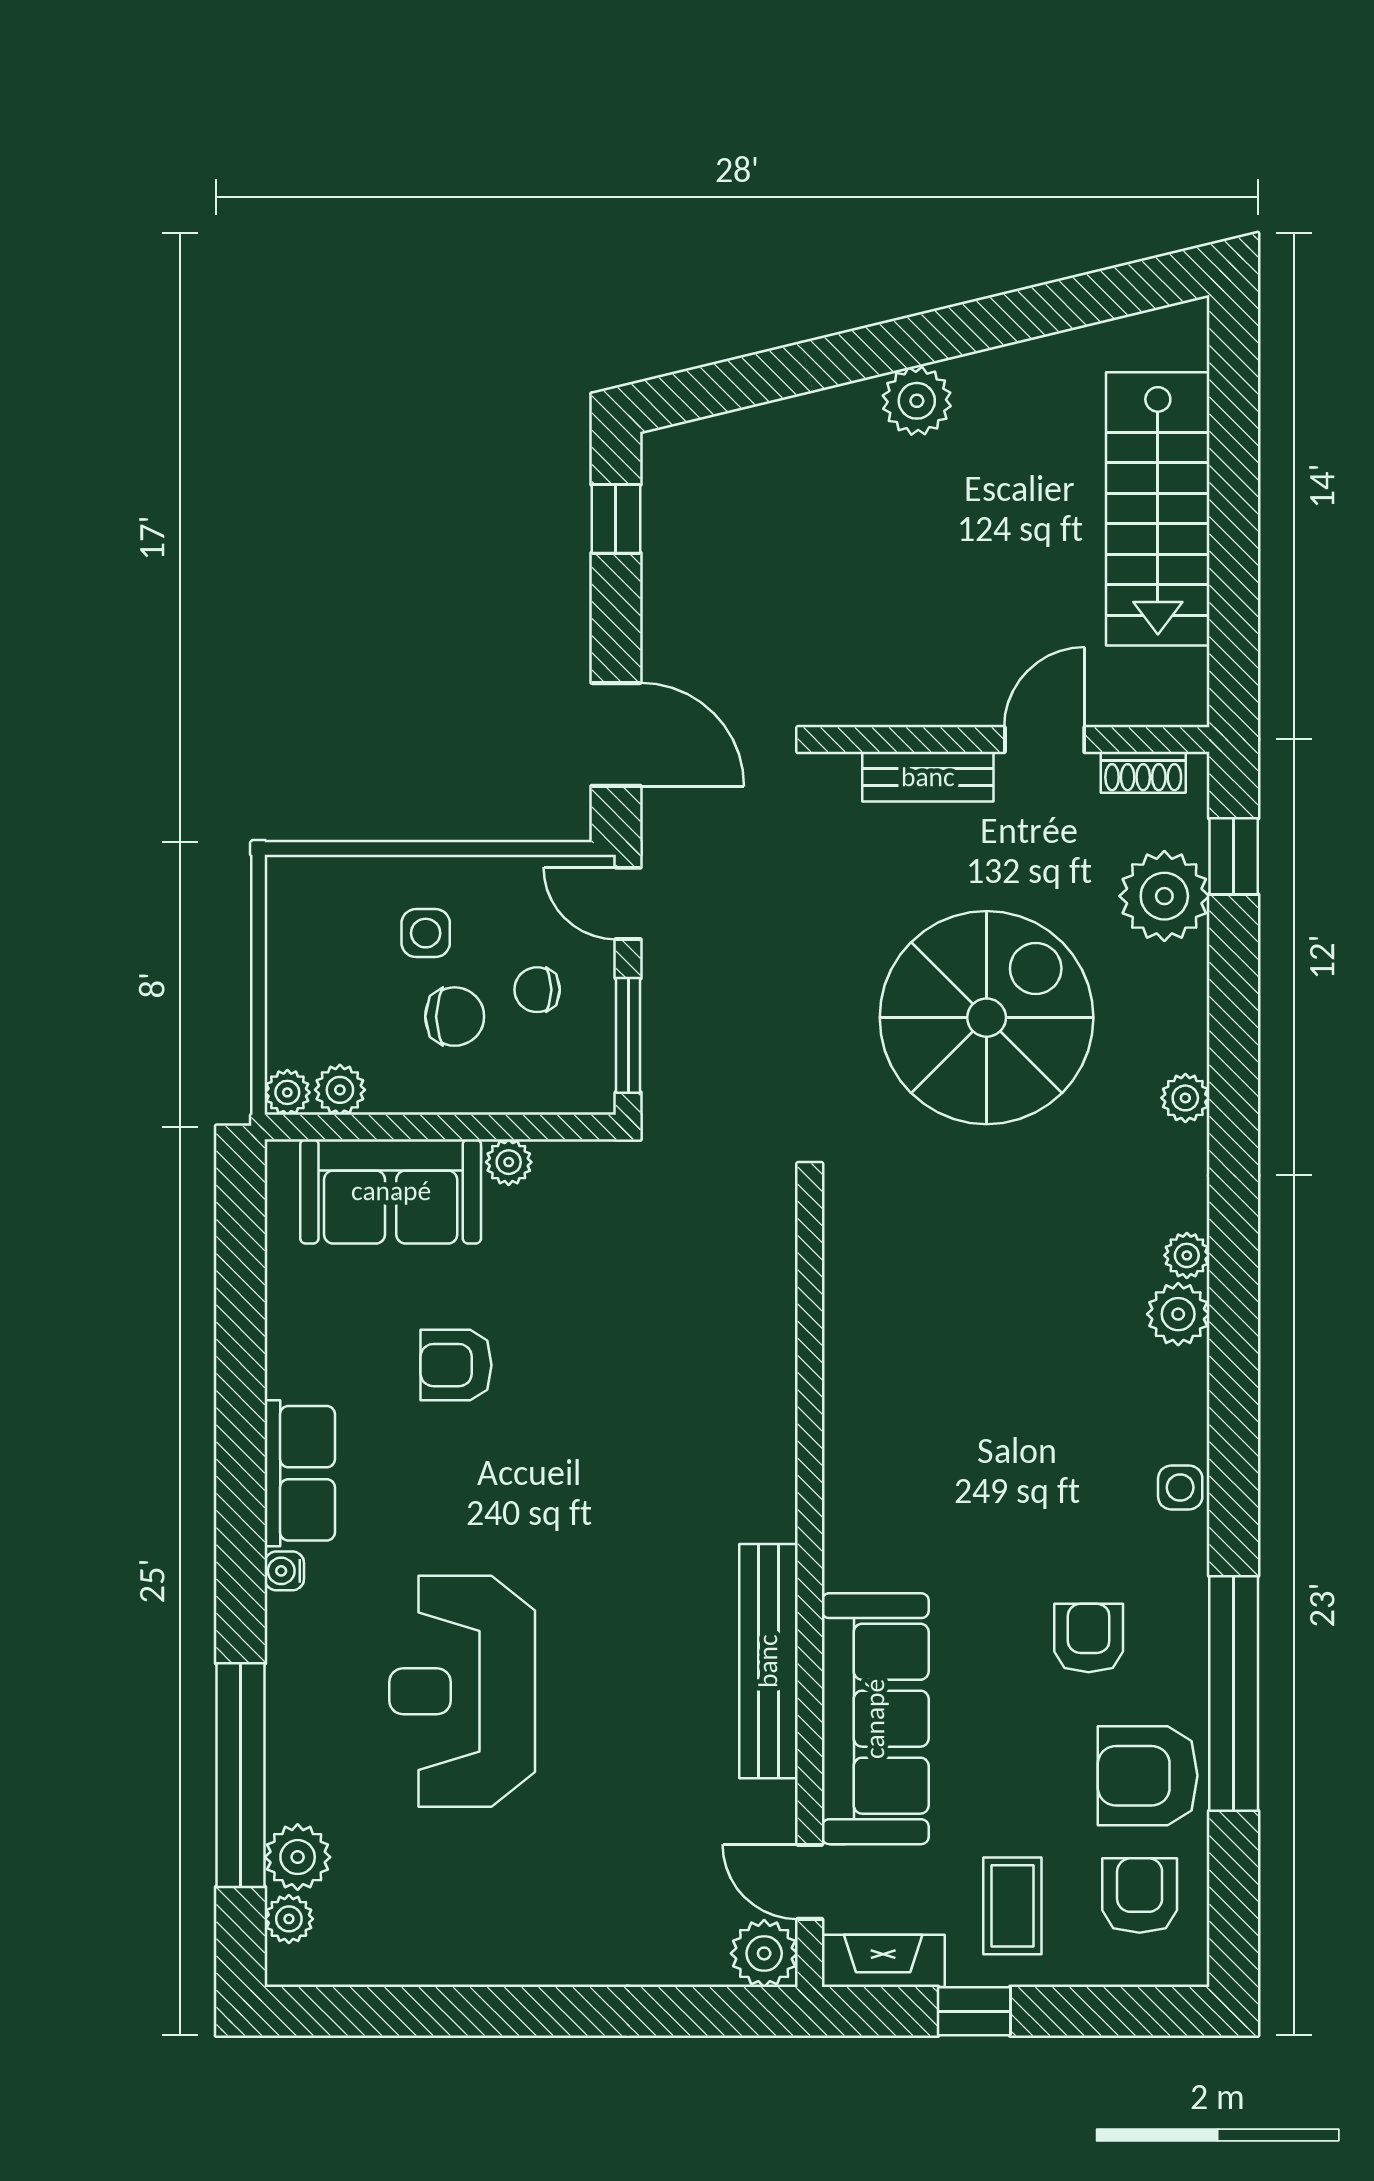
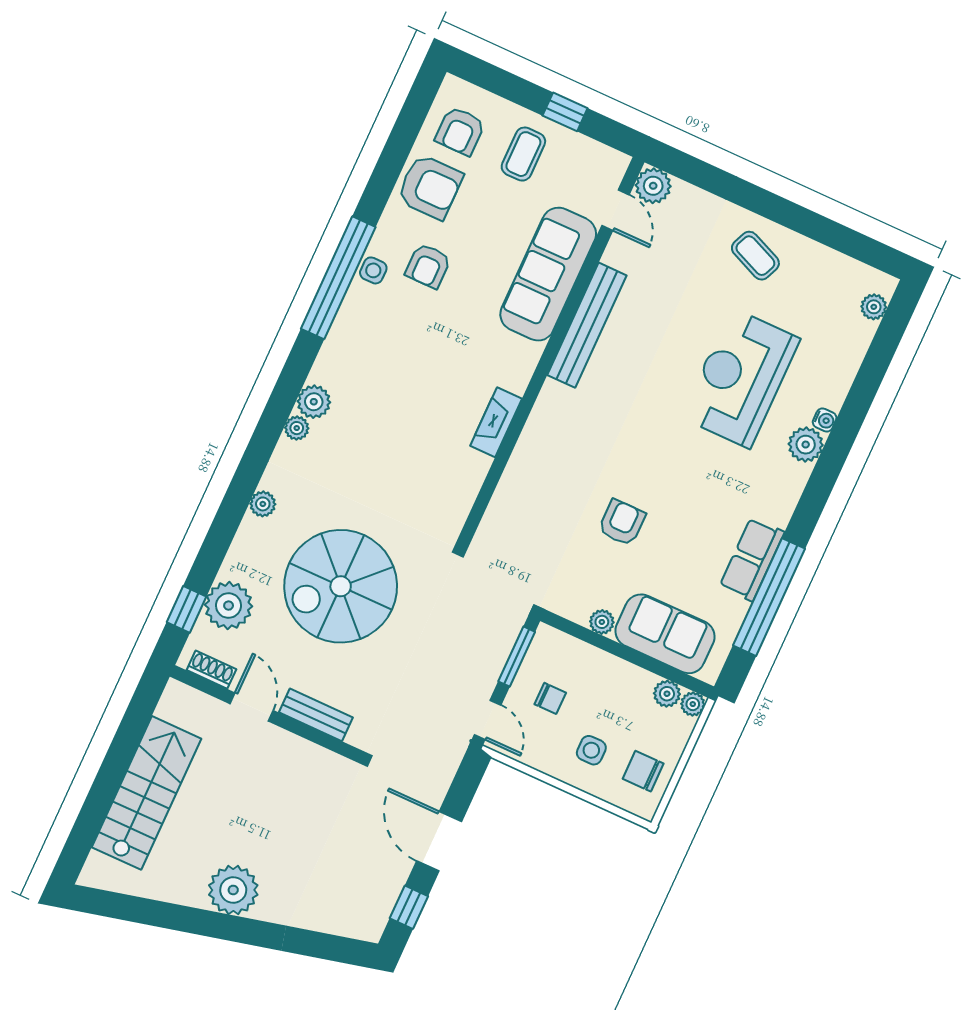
plant: (917, 401) -> (233, 890), width x1.36, depth x1.36
door: (616, 734) -> (439, 841), moved
door: (1045, 740) -> (252, 707), swing flipped
chair: (455, 1017) -> (643, 771), moved
armchair: (456, 1365) -> (622, 523), moved, turned -90
row of seats: (300, 1473) -> (752, 559), moved
side table: (1180, 1487) -> (373, 270), moved
water cooler: (284, 1571) -> (825, 420), moved
reception desk: (462, 1691) -> (741, 378), turned 180
window: (1234, 1693) -> (338, 278), moved
window: (241, 1775) -> (769, 597), moved
plant: (298, 1857) -> (806, 445), moved
coffee table: (533, 1914) -> (755, 256), added
fireplace: (883, 1961) -> (496, 422), moved, turned 90

